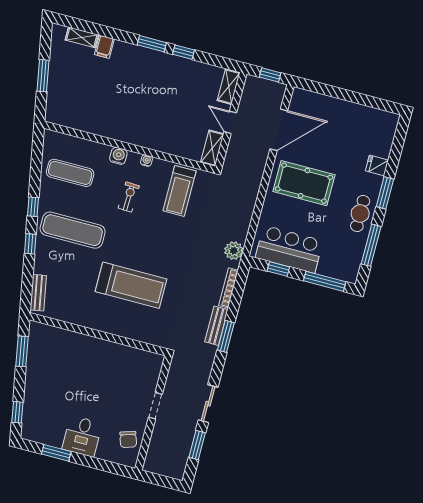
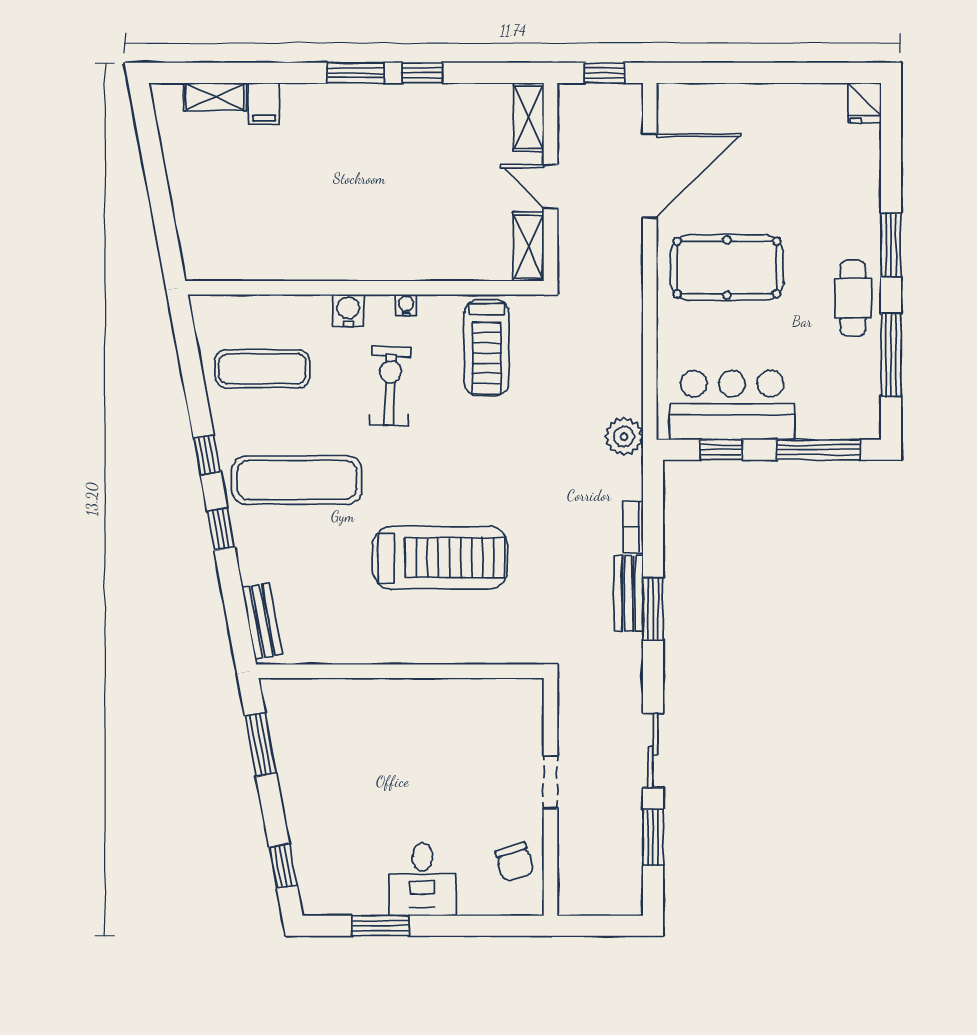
window: (43, 76) -> (159, 192), removed
fridge: (377, 165) -> (864, 103), moved, turned -90
exercise bike: (129, 197) -> (390, 386), width x1.38, depth x1.39
bookcase: (228, 288) -> (633, 527), width x0.64

